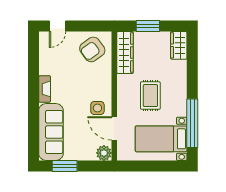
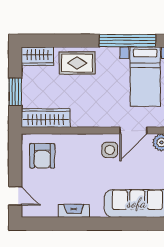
armchair: (92, 49) -> (42, 156), turned 36
fireplace: (45, 89) -> (74, 211), moved
rug: (150, 96) -> (77, 63), moved

